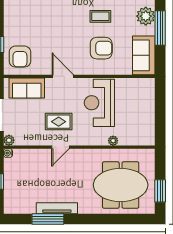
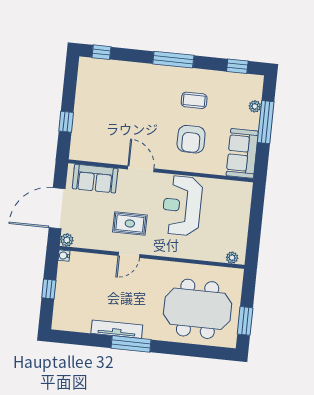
plant: (146, 16) -> (255, 106), width x0.53, depth x0.53
armchair: (101, 48) -> (191, 139), turned 90
armchair: (20, 57) -> (91, 139), removed
plant: (113, 141) -> (232, 258), moved
window: (48, 219) -> (131, 344), moved

